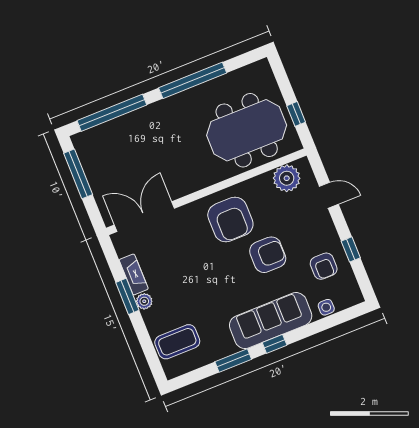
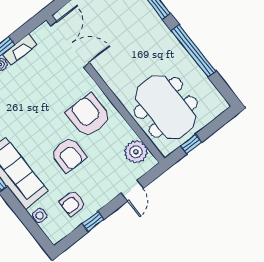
armchair: (230, 220) -> (88, 116), turned 90

